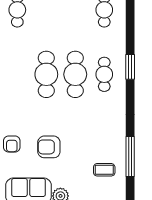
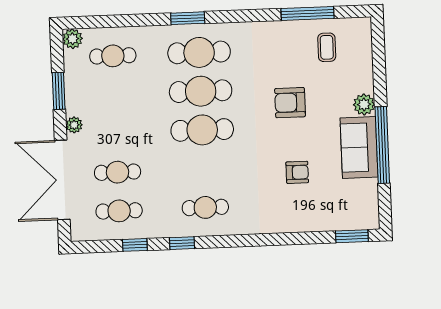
cafe table: (104, 74) -> (199, 52), width x1.37, depth x1.35
armchair: (49, 147) -> (290, 103), moved, turned 90

